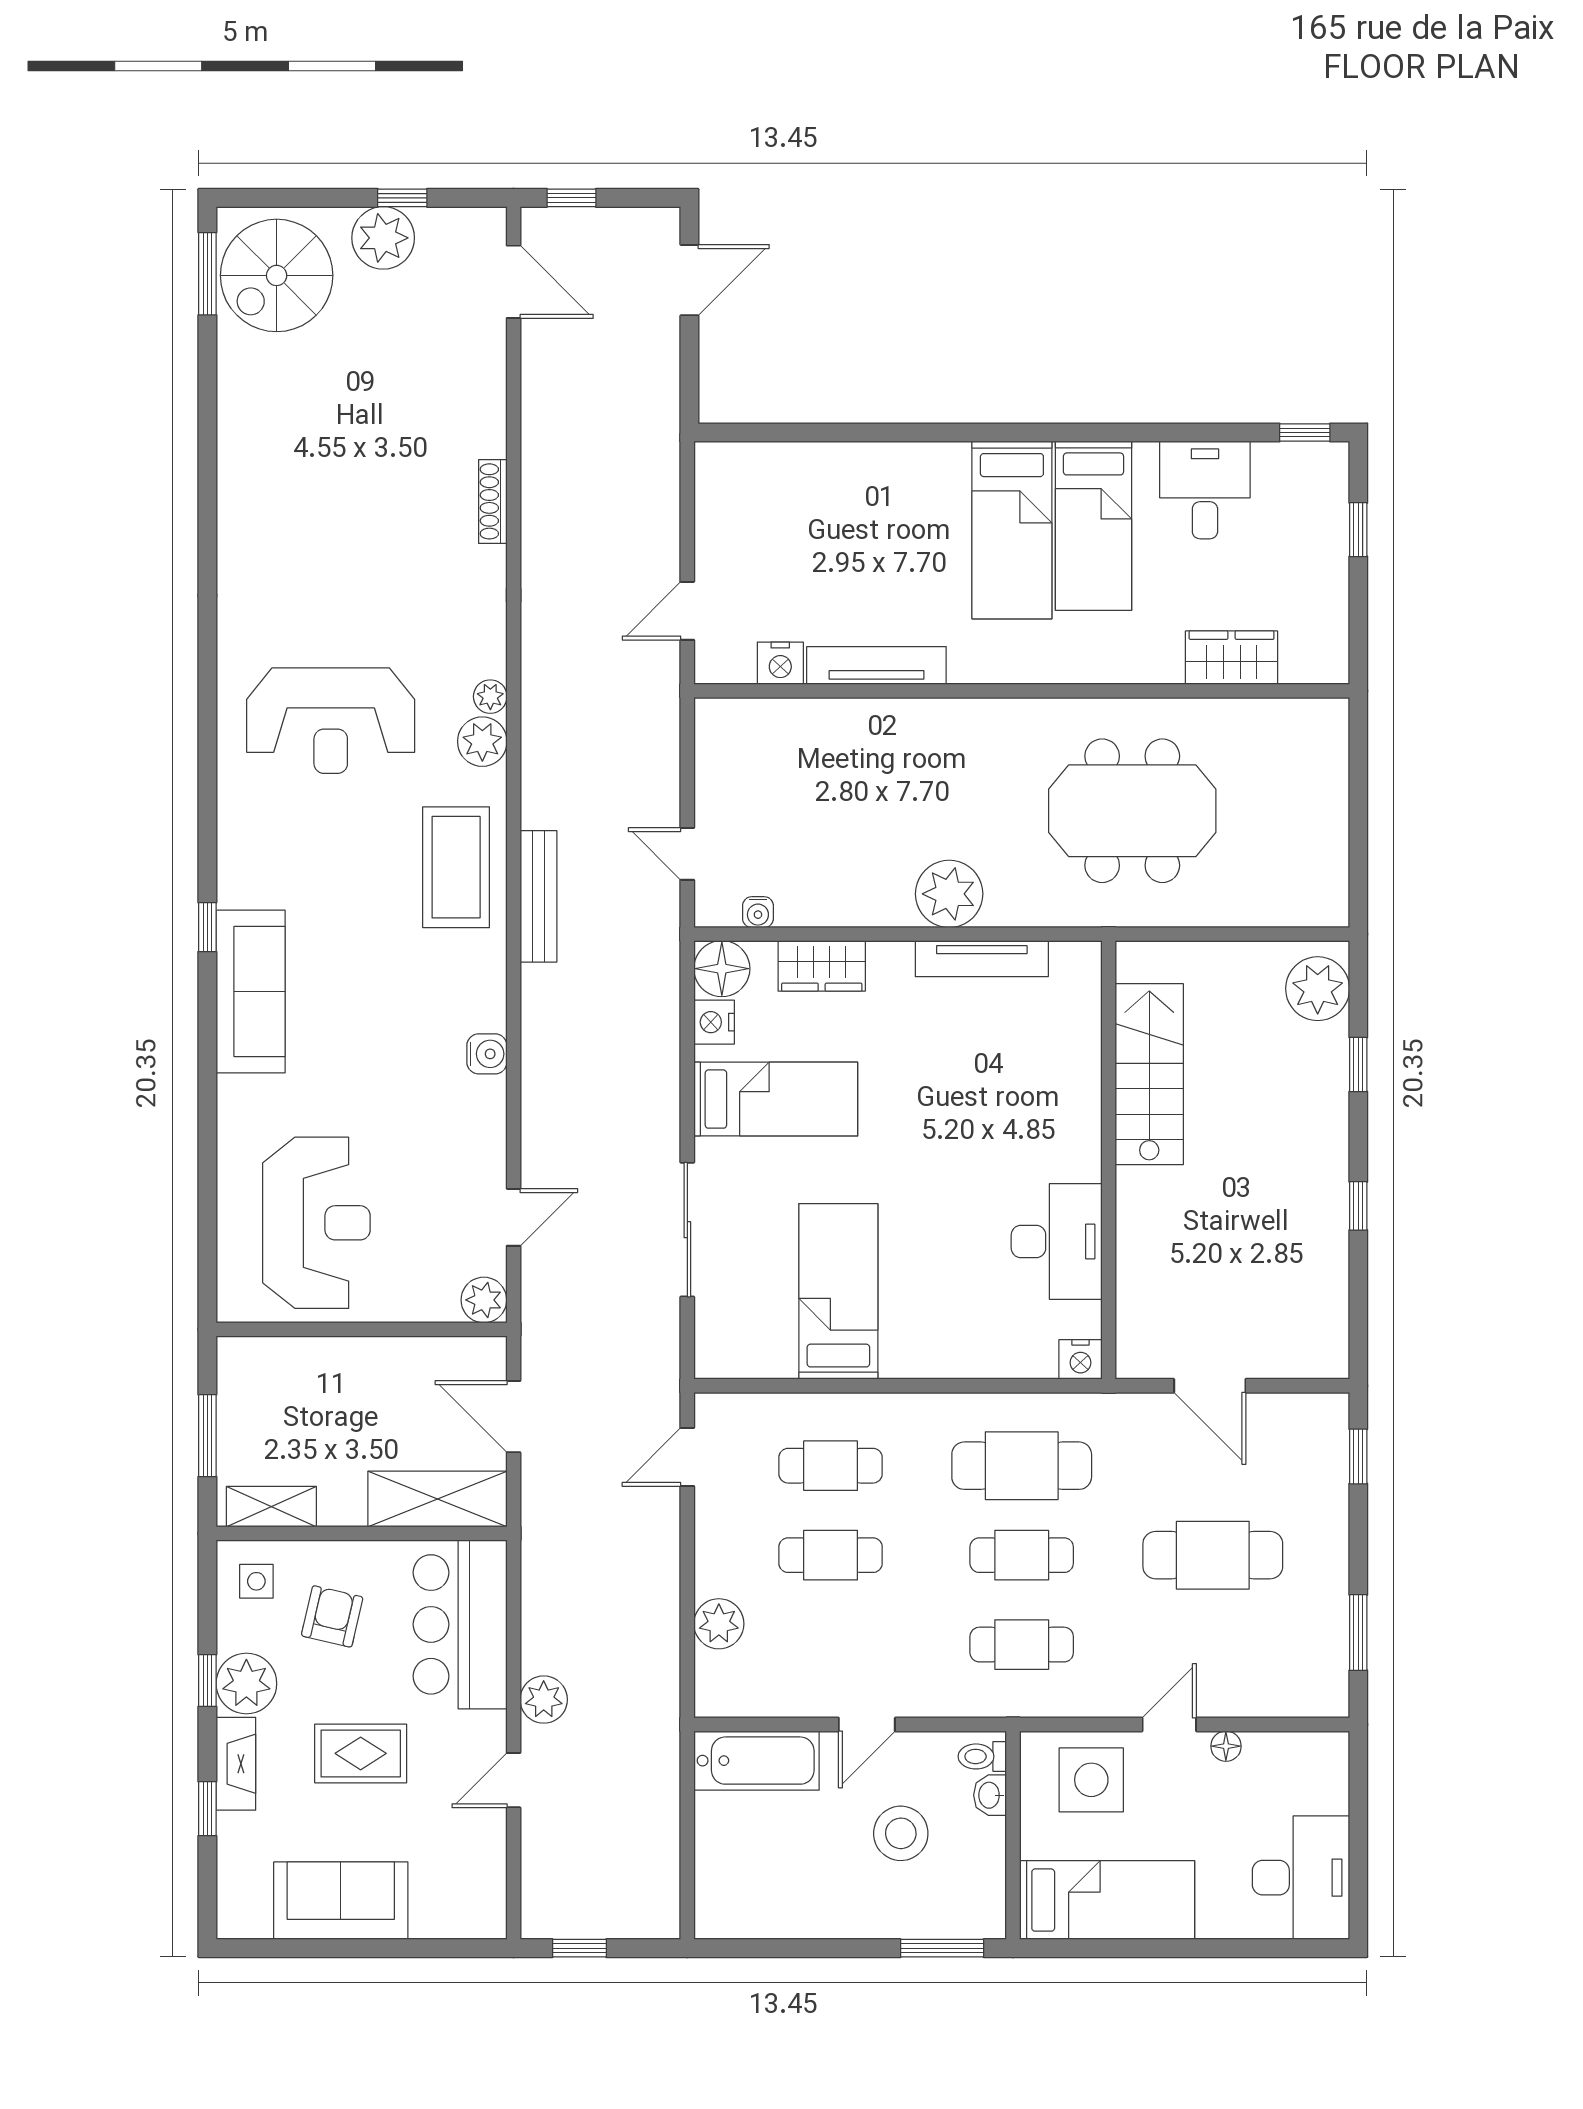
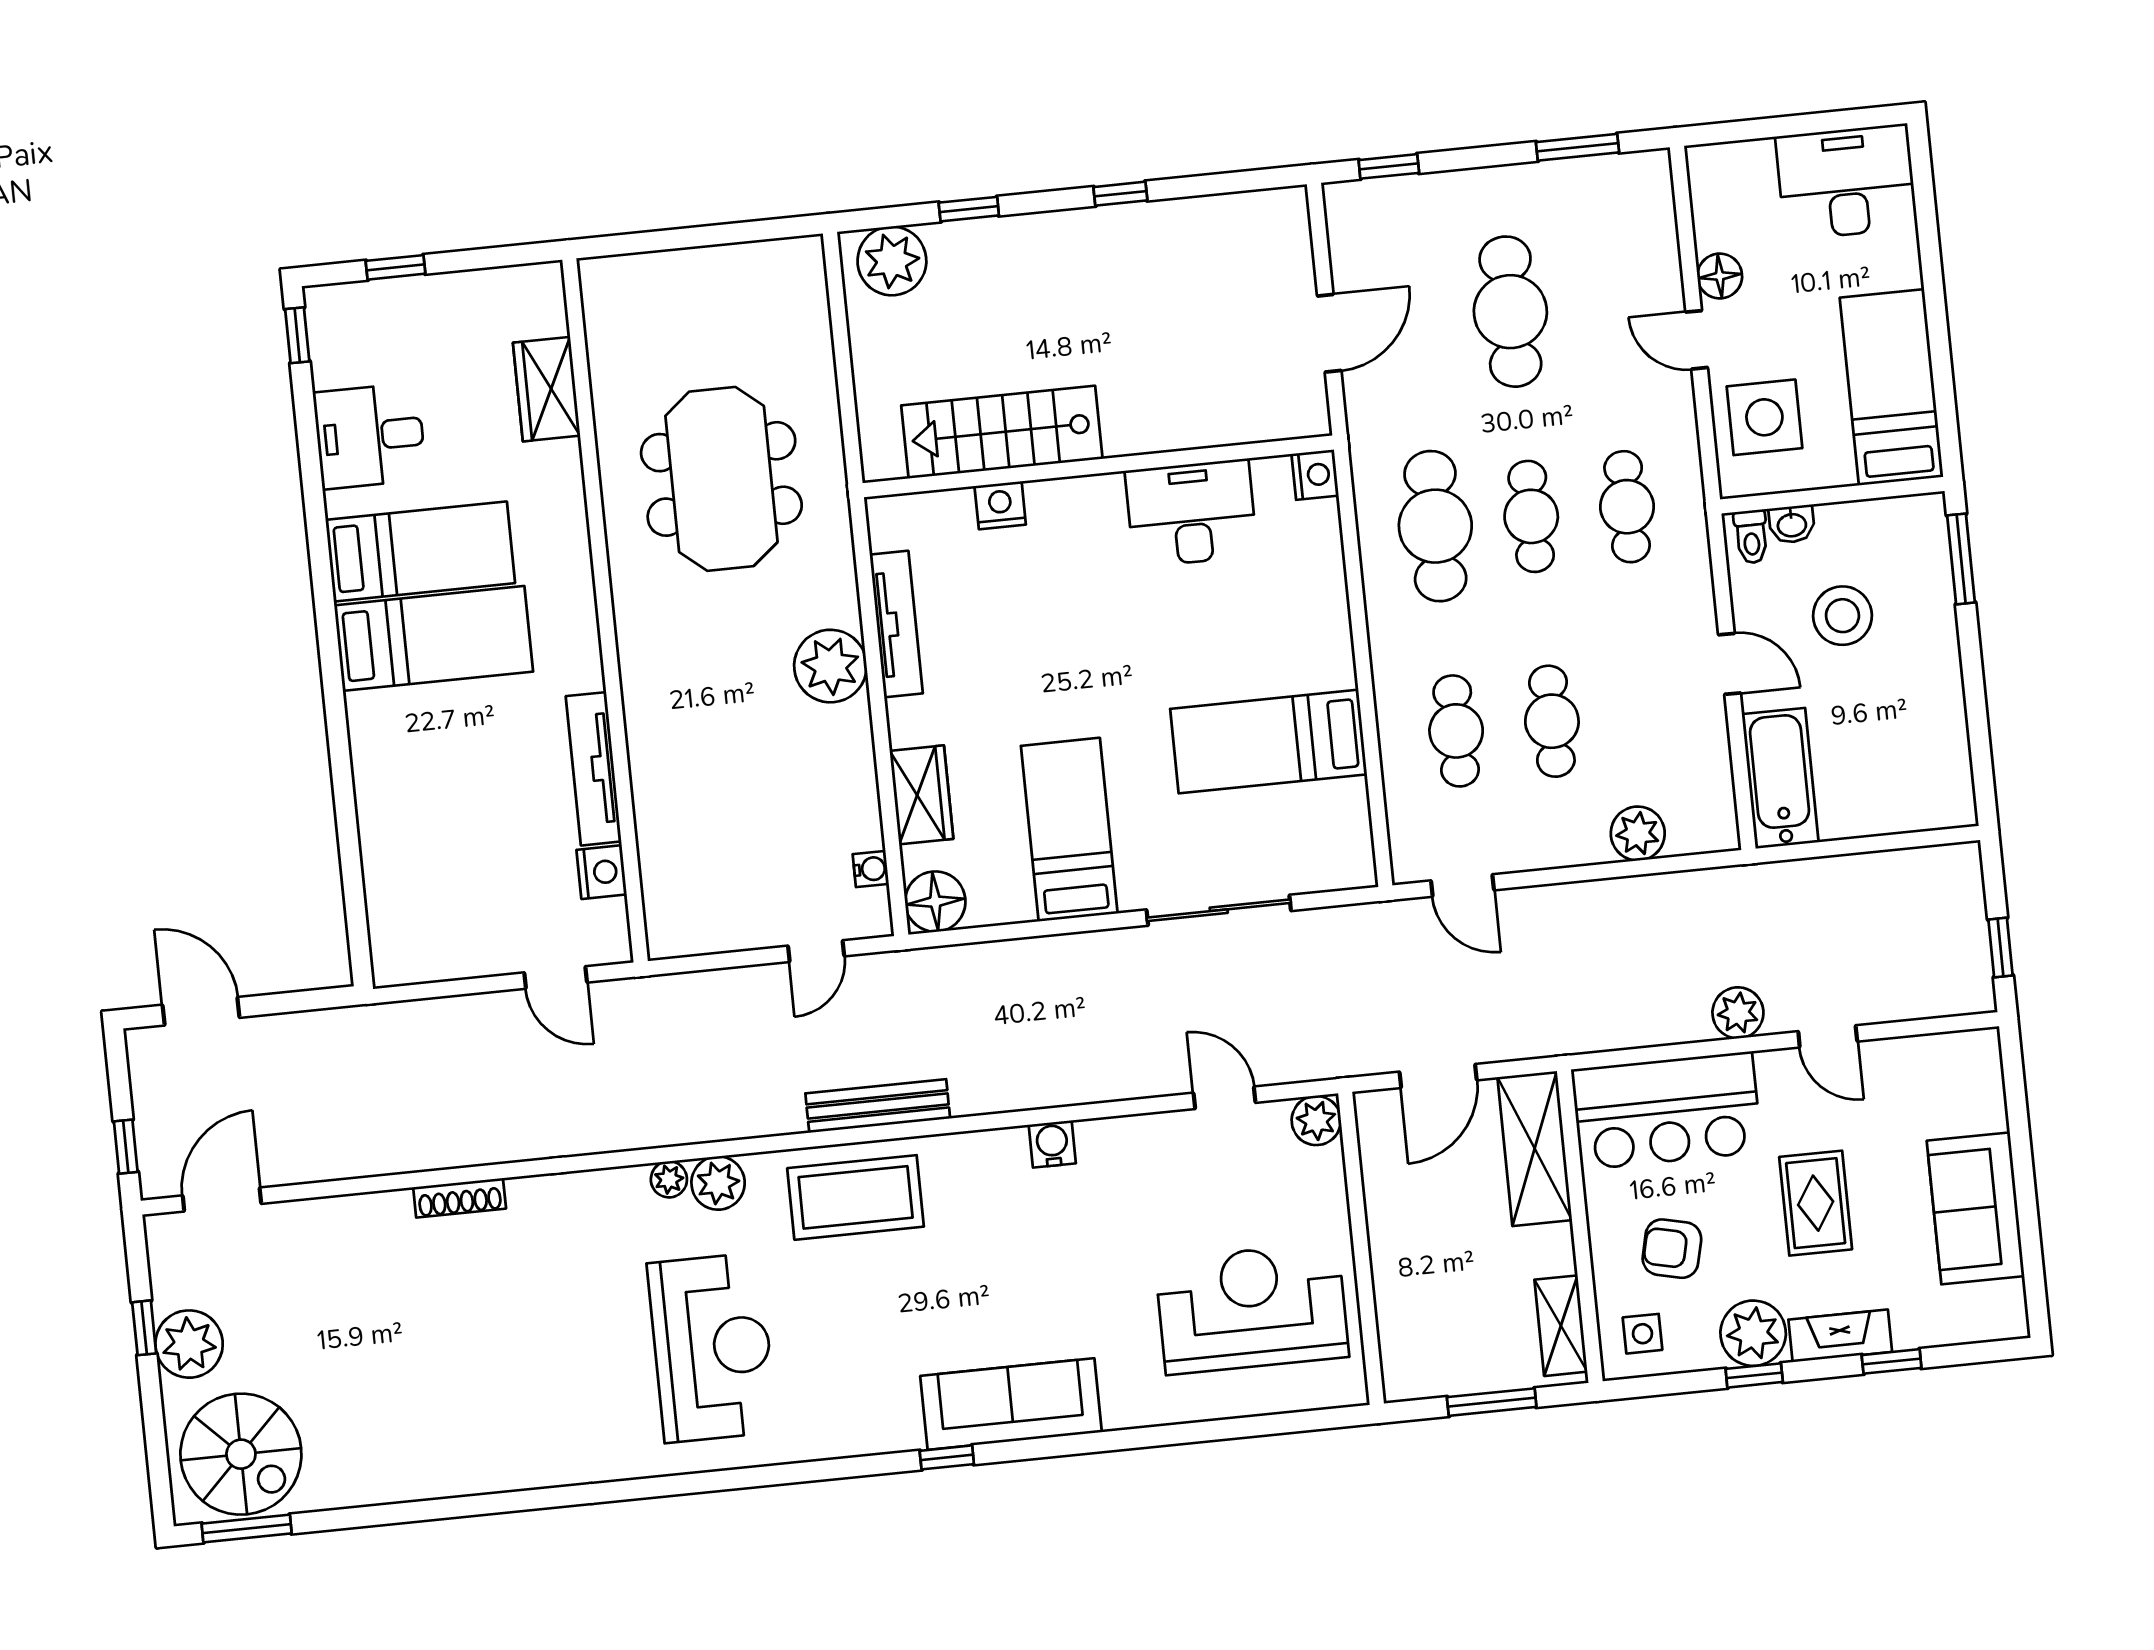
nightstand: (714, 1022) -> (1000, 505), moved, turned 180
floor lamp: (1226, 1746) -> (1720, 276), width x1.37, depth x1.37

